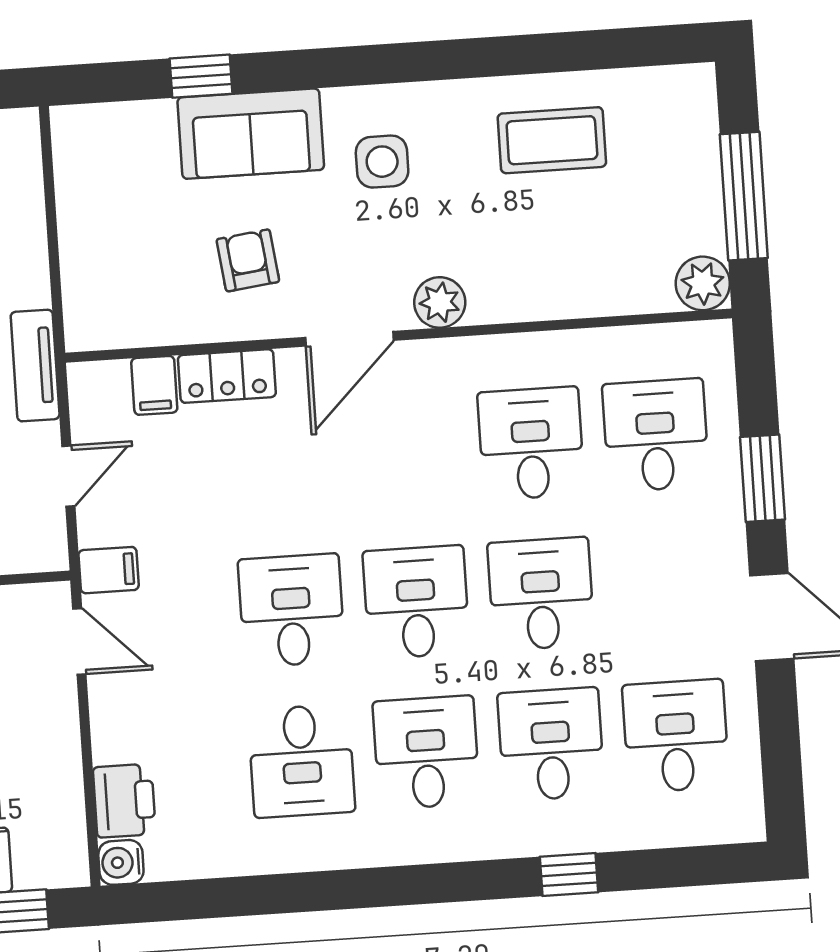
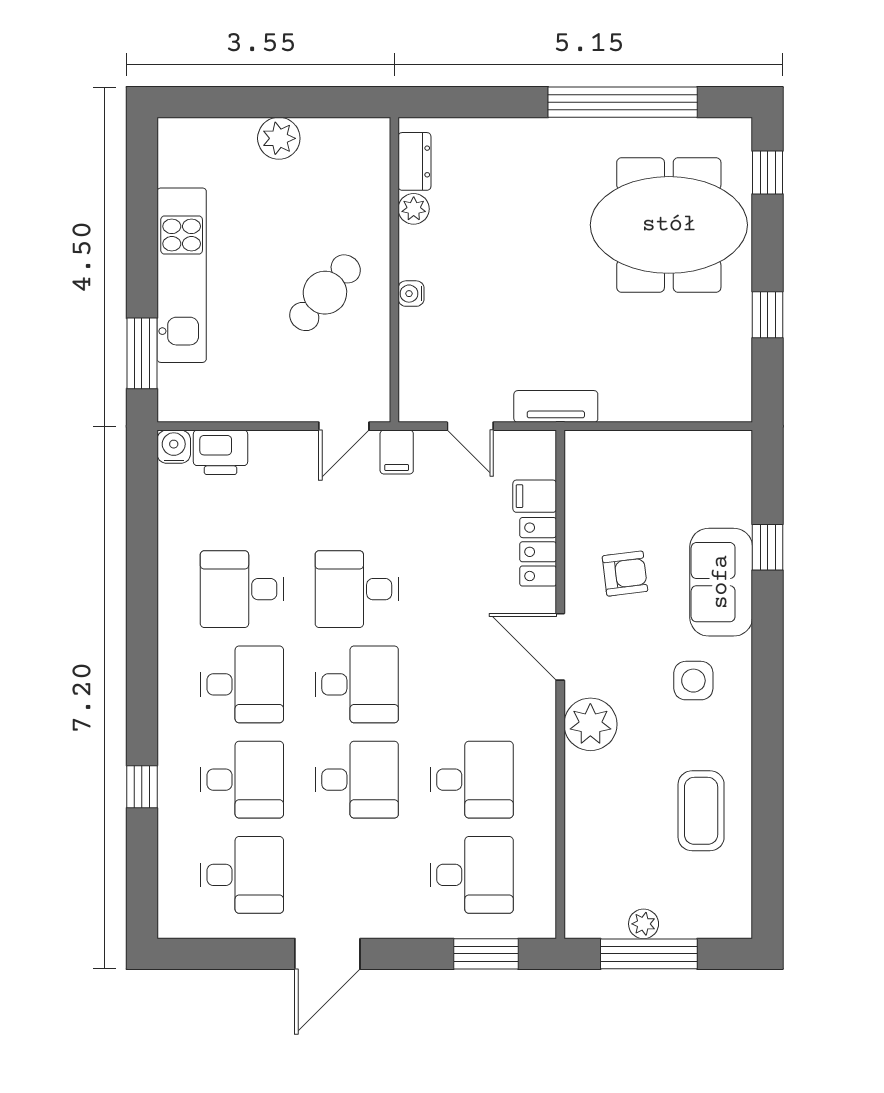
plant: (703, 283) -> (644, 924), moved, width x0.73, depth x0.73
plant: (440, 302) -> (590, 724), width x1.36, depth x1.36
window: (763, 478) -> (486, 954), moved
desk: (292, 610) -> (357, 589), turned 180

